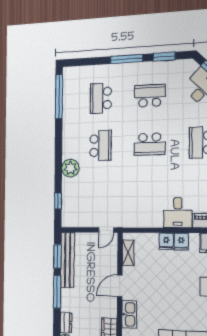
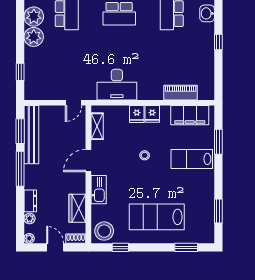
plant: (71, 149) -> (34, 17), added
desk: (178, 213) -> (117, 85), moved, width x1.37
stool: (174, 282) -> (145, 155), added

